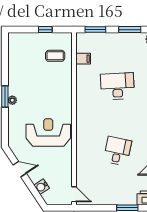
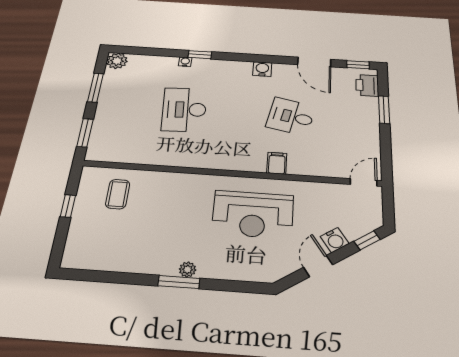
filing cabinet: (83, 59) -> (277, 163), moved
reception desk: (48, 133) -> (253, 214), turned -90
water cooler: (42, 187) -> (335, 240), moved
window: (37, 195) -> (367, 240), added

